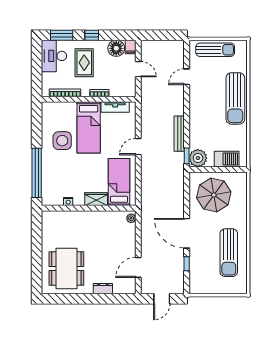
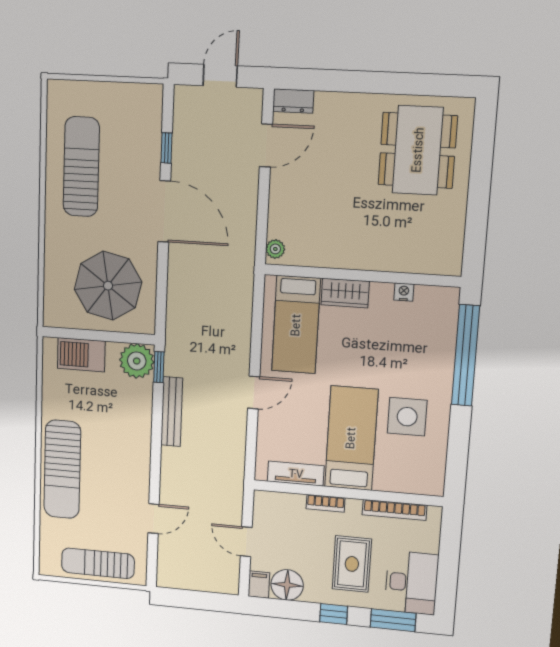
sun lounger: (235, 98) -> (62, 469), turned 180
dresser: (103, 289) -> (293, 101), moved

